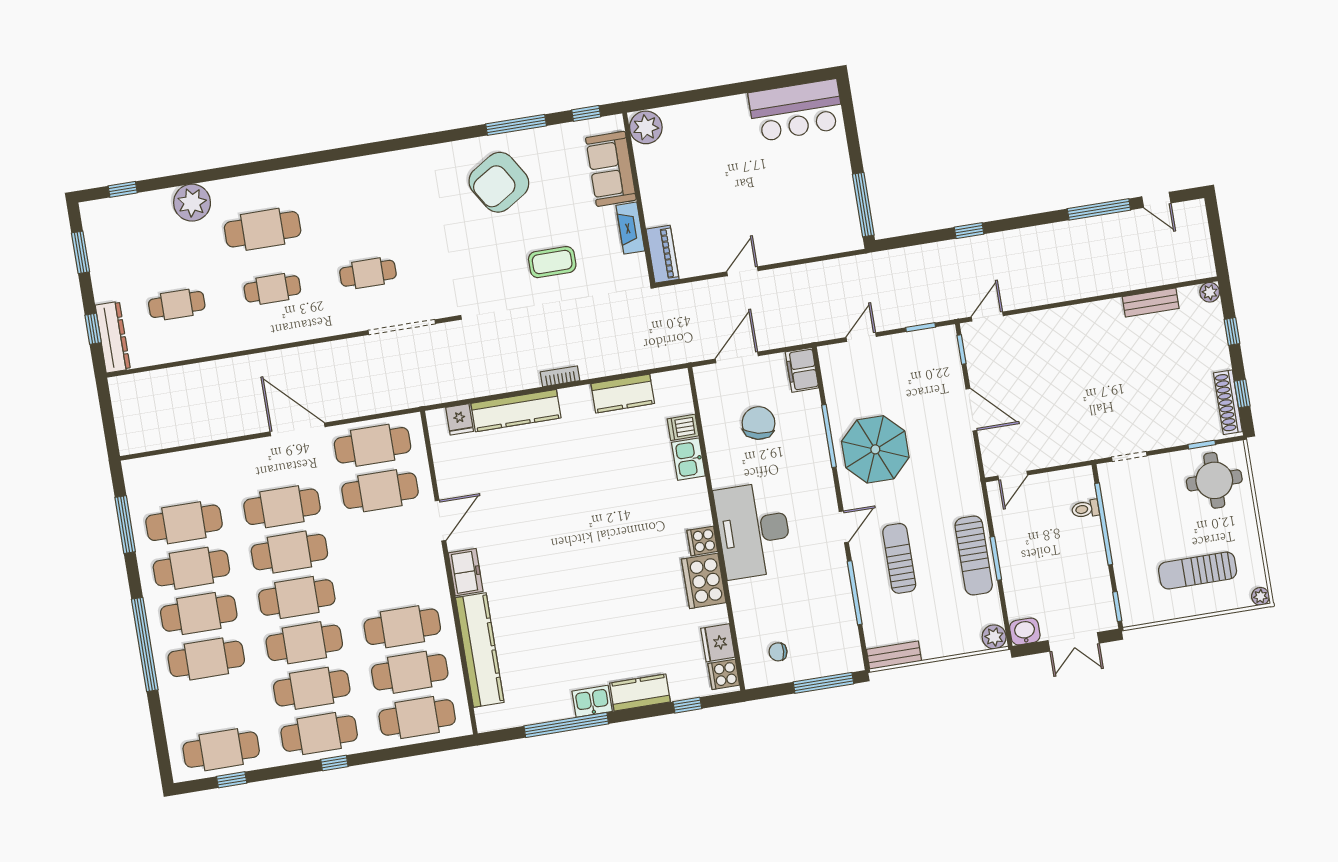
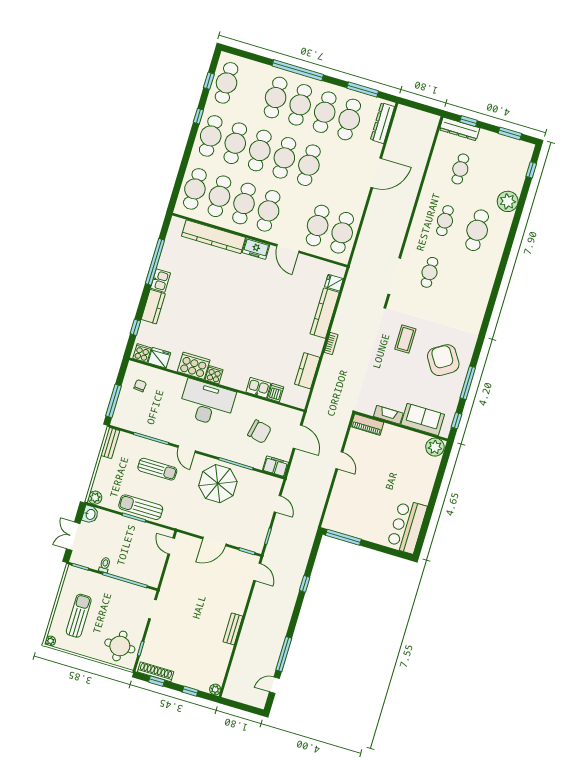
coffee table: (552, 262) -> (405, 339), moved
bench: (1151, 303) -> (233, 629), moved
door: (297, 429) -> (376, 173), moved
dresser: (164, 466) -> (382, 123), added
cafe table: (282, 507) -> (269, 211), moved
toilet: (1085, 509) -> (105, 565), moved
window: (334, 763) -> (198, 116), moved

